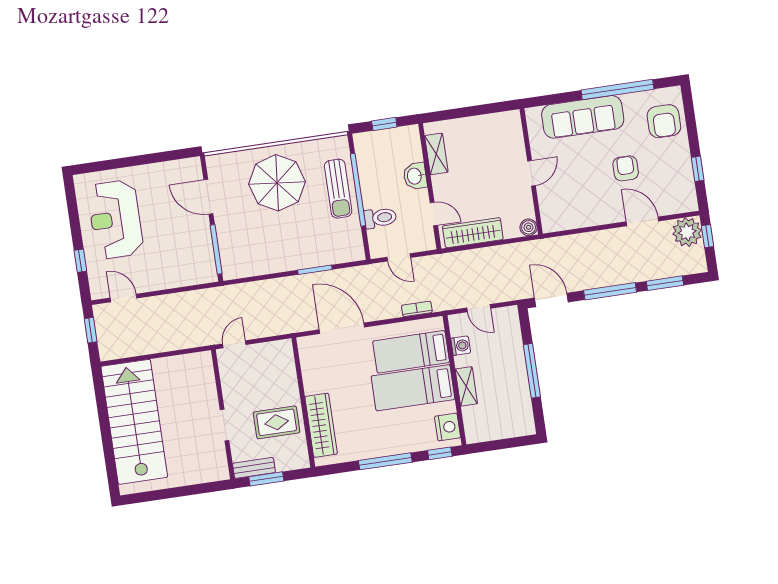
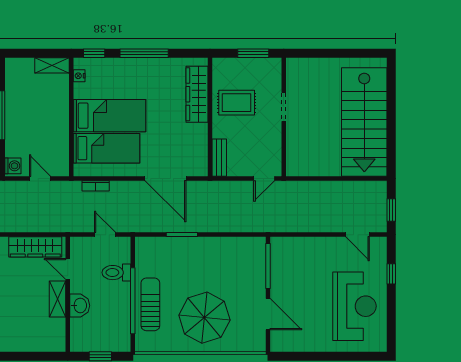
shelving: (436, 154) -> (58, 299), moved
washing machine: (461, 346) -> (13, 166), moved, turned 180
shelving: (466, 386) -> (52, 65), moved, turned 90
nightstand: (448, 427) -> (79, 76), width x0.53, depth x0.56
bench: (254, 468) -> (219, 158), moved, turned 90

